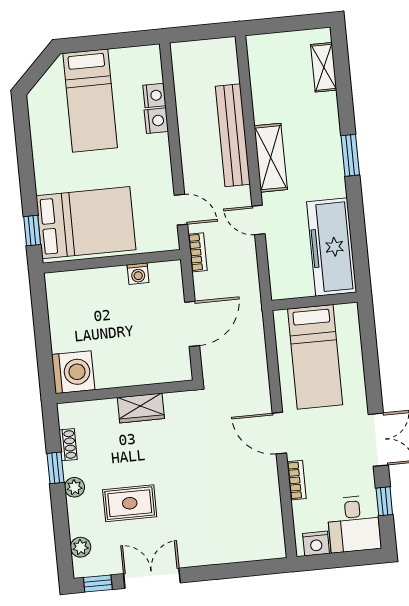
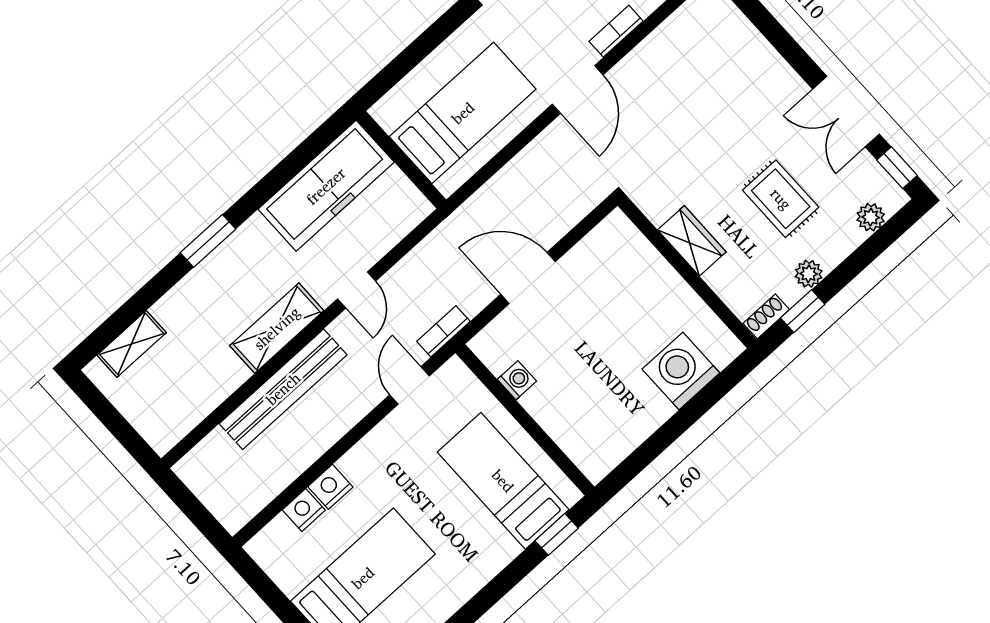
bed: (86, 223) -> (503, 481), width x0.67
wall: (125, 392) -> (687, 273), moved
wardrobe: (141, 408) -> (692, 241), moved

